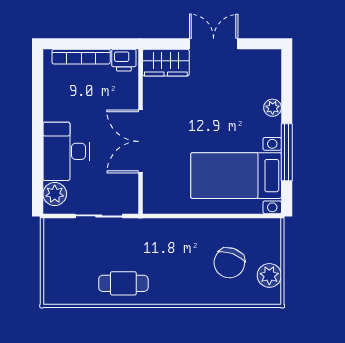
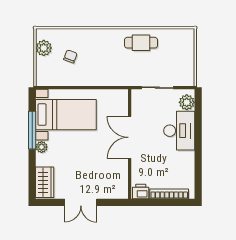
wardrobe: (166, 63) -> (45, 182), moved, turned 90
plant: (273, 108) -> (42, 147), moved
double door: (141, 141) -> (130, 137), swing flipped
chair: (229, 263) -> (70, 56), width x0.54, depth x0.54

